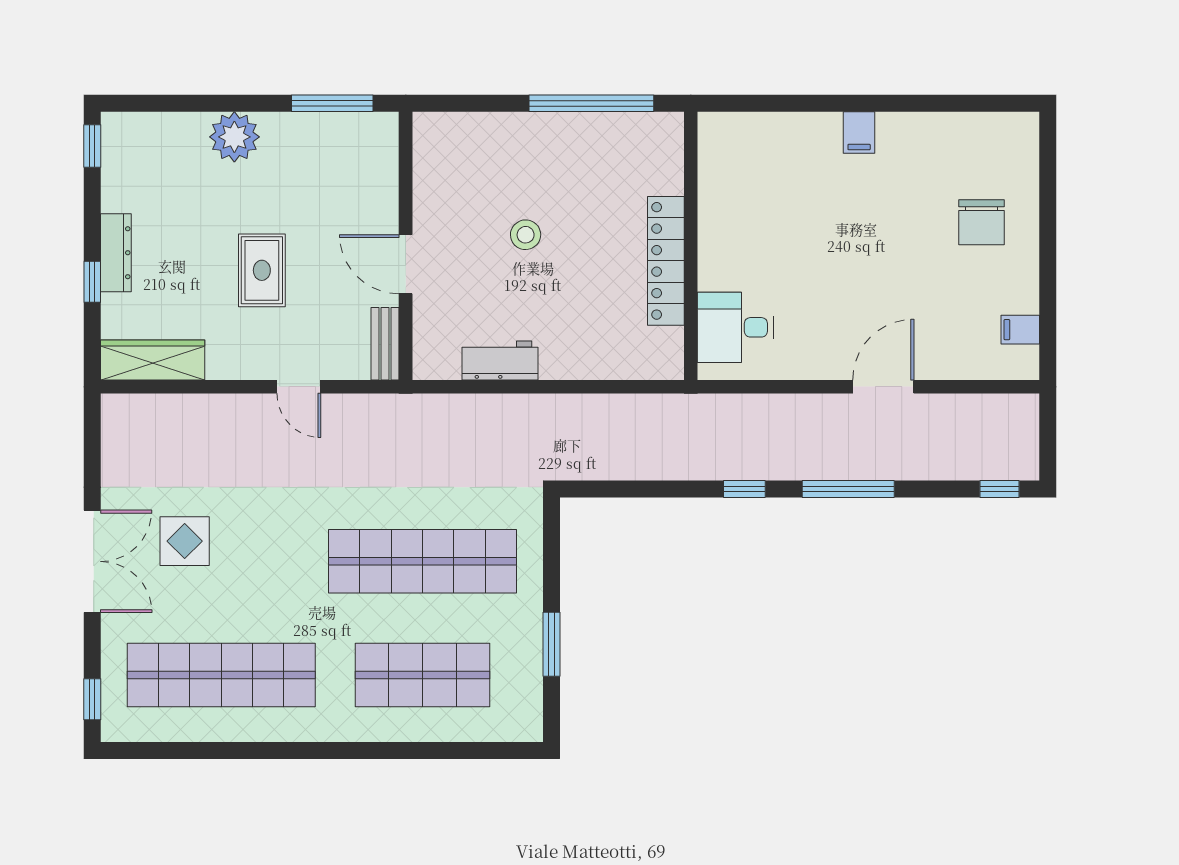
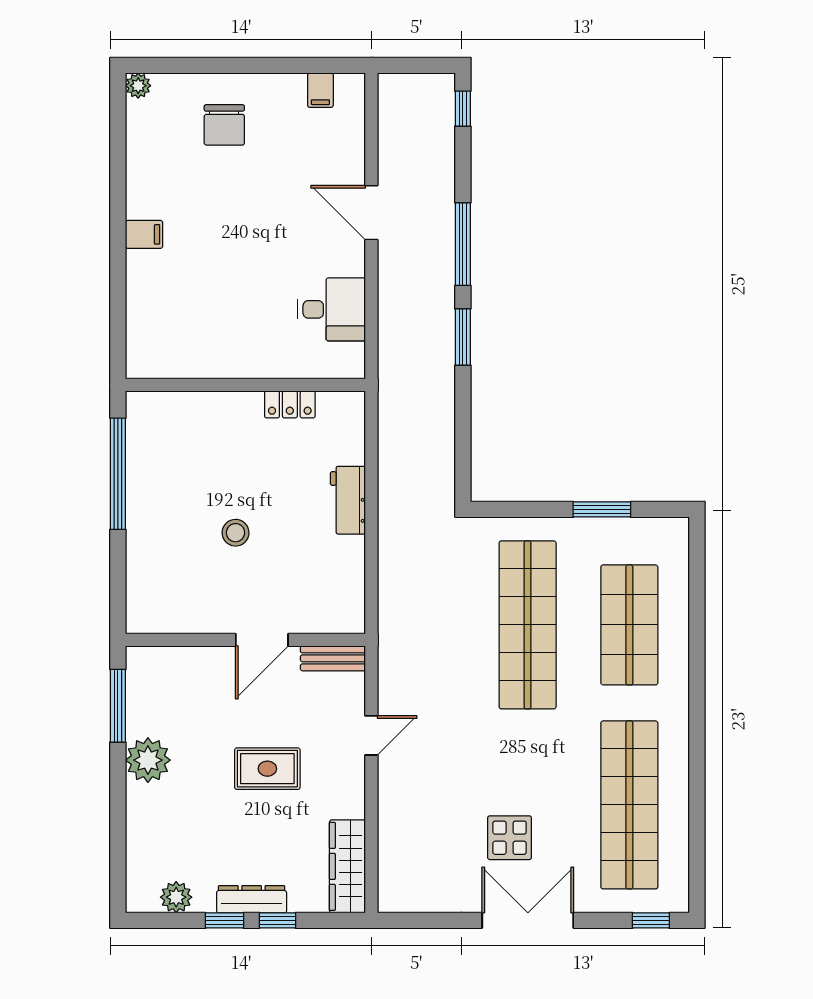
plant: (1025, 126) -> (138, 86), added
plant: (234, 137) -> (148, 760), moved
window: (92, 146) -> (225, 920), moved
plant: (118, 168) -> (176, 897), added
chair: (981, 222) -> (224, 125), turned 90
locker: (666, 261) -> (290, 404), width x0.46, depth x0.83
desk: (735, 327) -> (332, 309), moved, turned -90
workbench: (500, 360) -> (348, 500), moved
window: (744, 489) -> (463, 337), width x1.50

